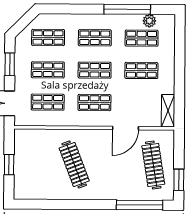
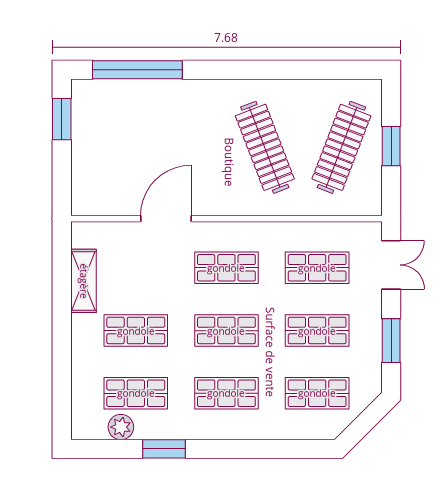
window: (127, 9) -> (164, 449), width x0.47
shelving: (168, 111) -> (84, 281), moved
clothes rail: (153, 165) -> (341, 147), moved, turned 30

